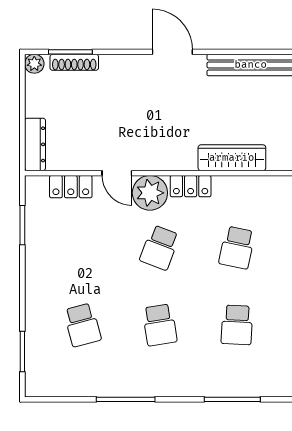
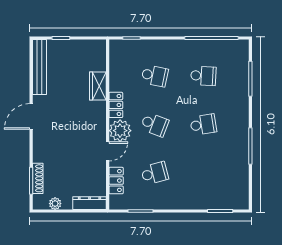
plant: (34, 64) -> (55, 204), moved
wardrobe: (232, 158) -> (98, 86), width x0.67
school desk: (82, 325) -> (155, 173), moved

